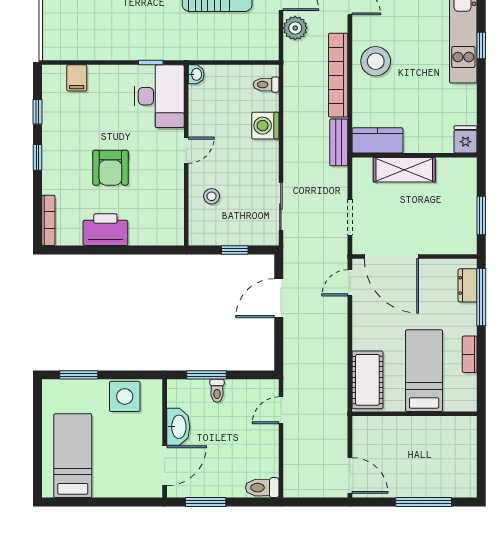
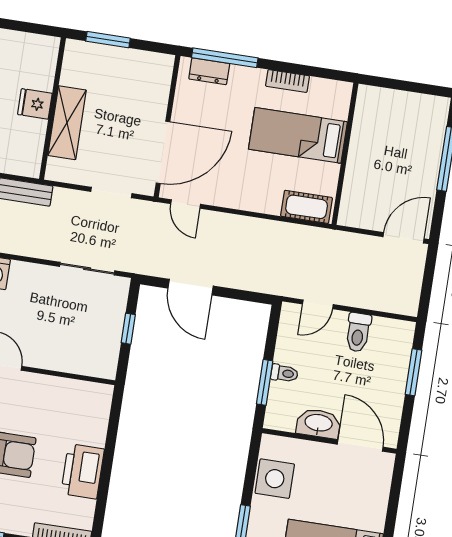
fridge: (466, 139) -> (35, 104), moved
kitchen counter: (377, 140) -> (29, 148), removed
stool: (212, 196) -> (63, 345), removed
window: (481, 216) -> (108, 40), moved
cot: (367, 380) -> (307, 207), width x0.73, depth x0.75
door: (281, 410) -> (318, 304), hinge flipped
toilet: (262, 488) -> (358, 332), moved
window: (206, 502) -> (414, 372), moved

